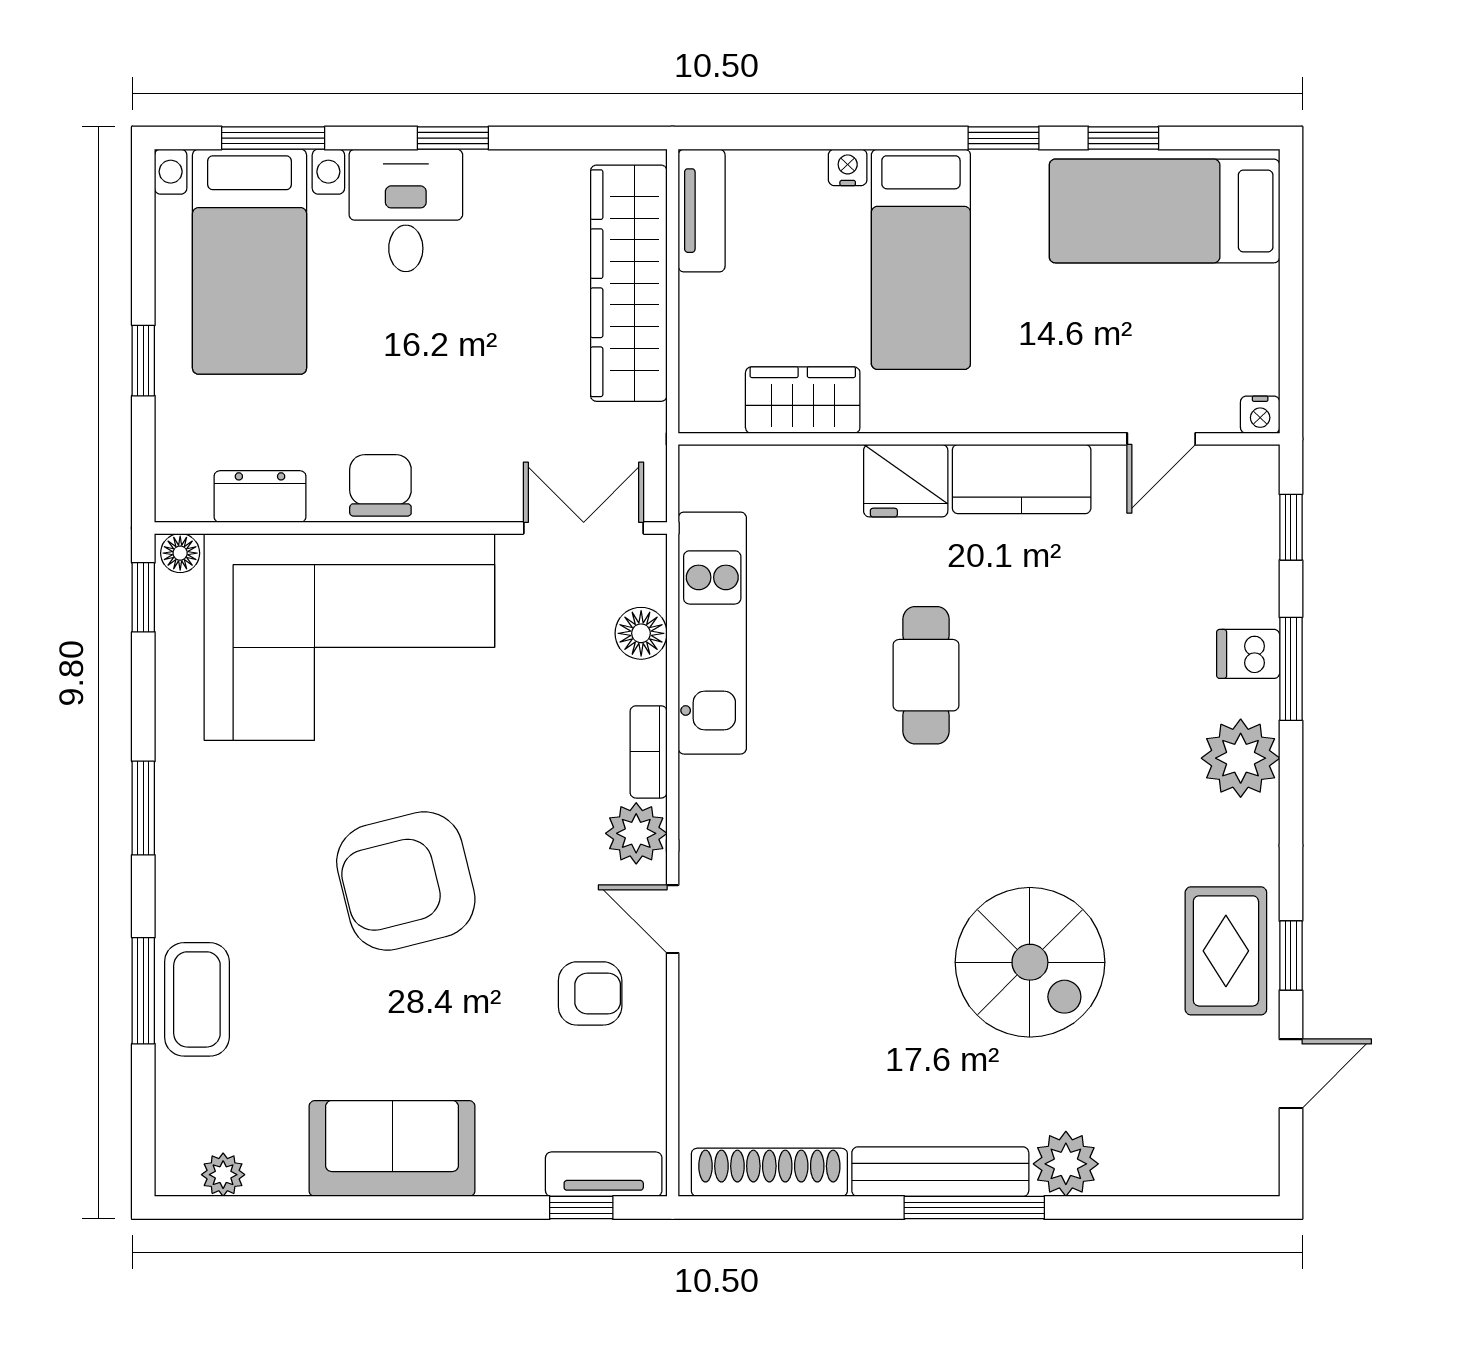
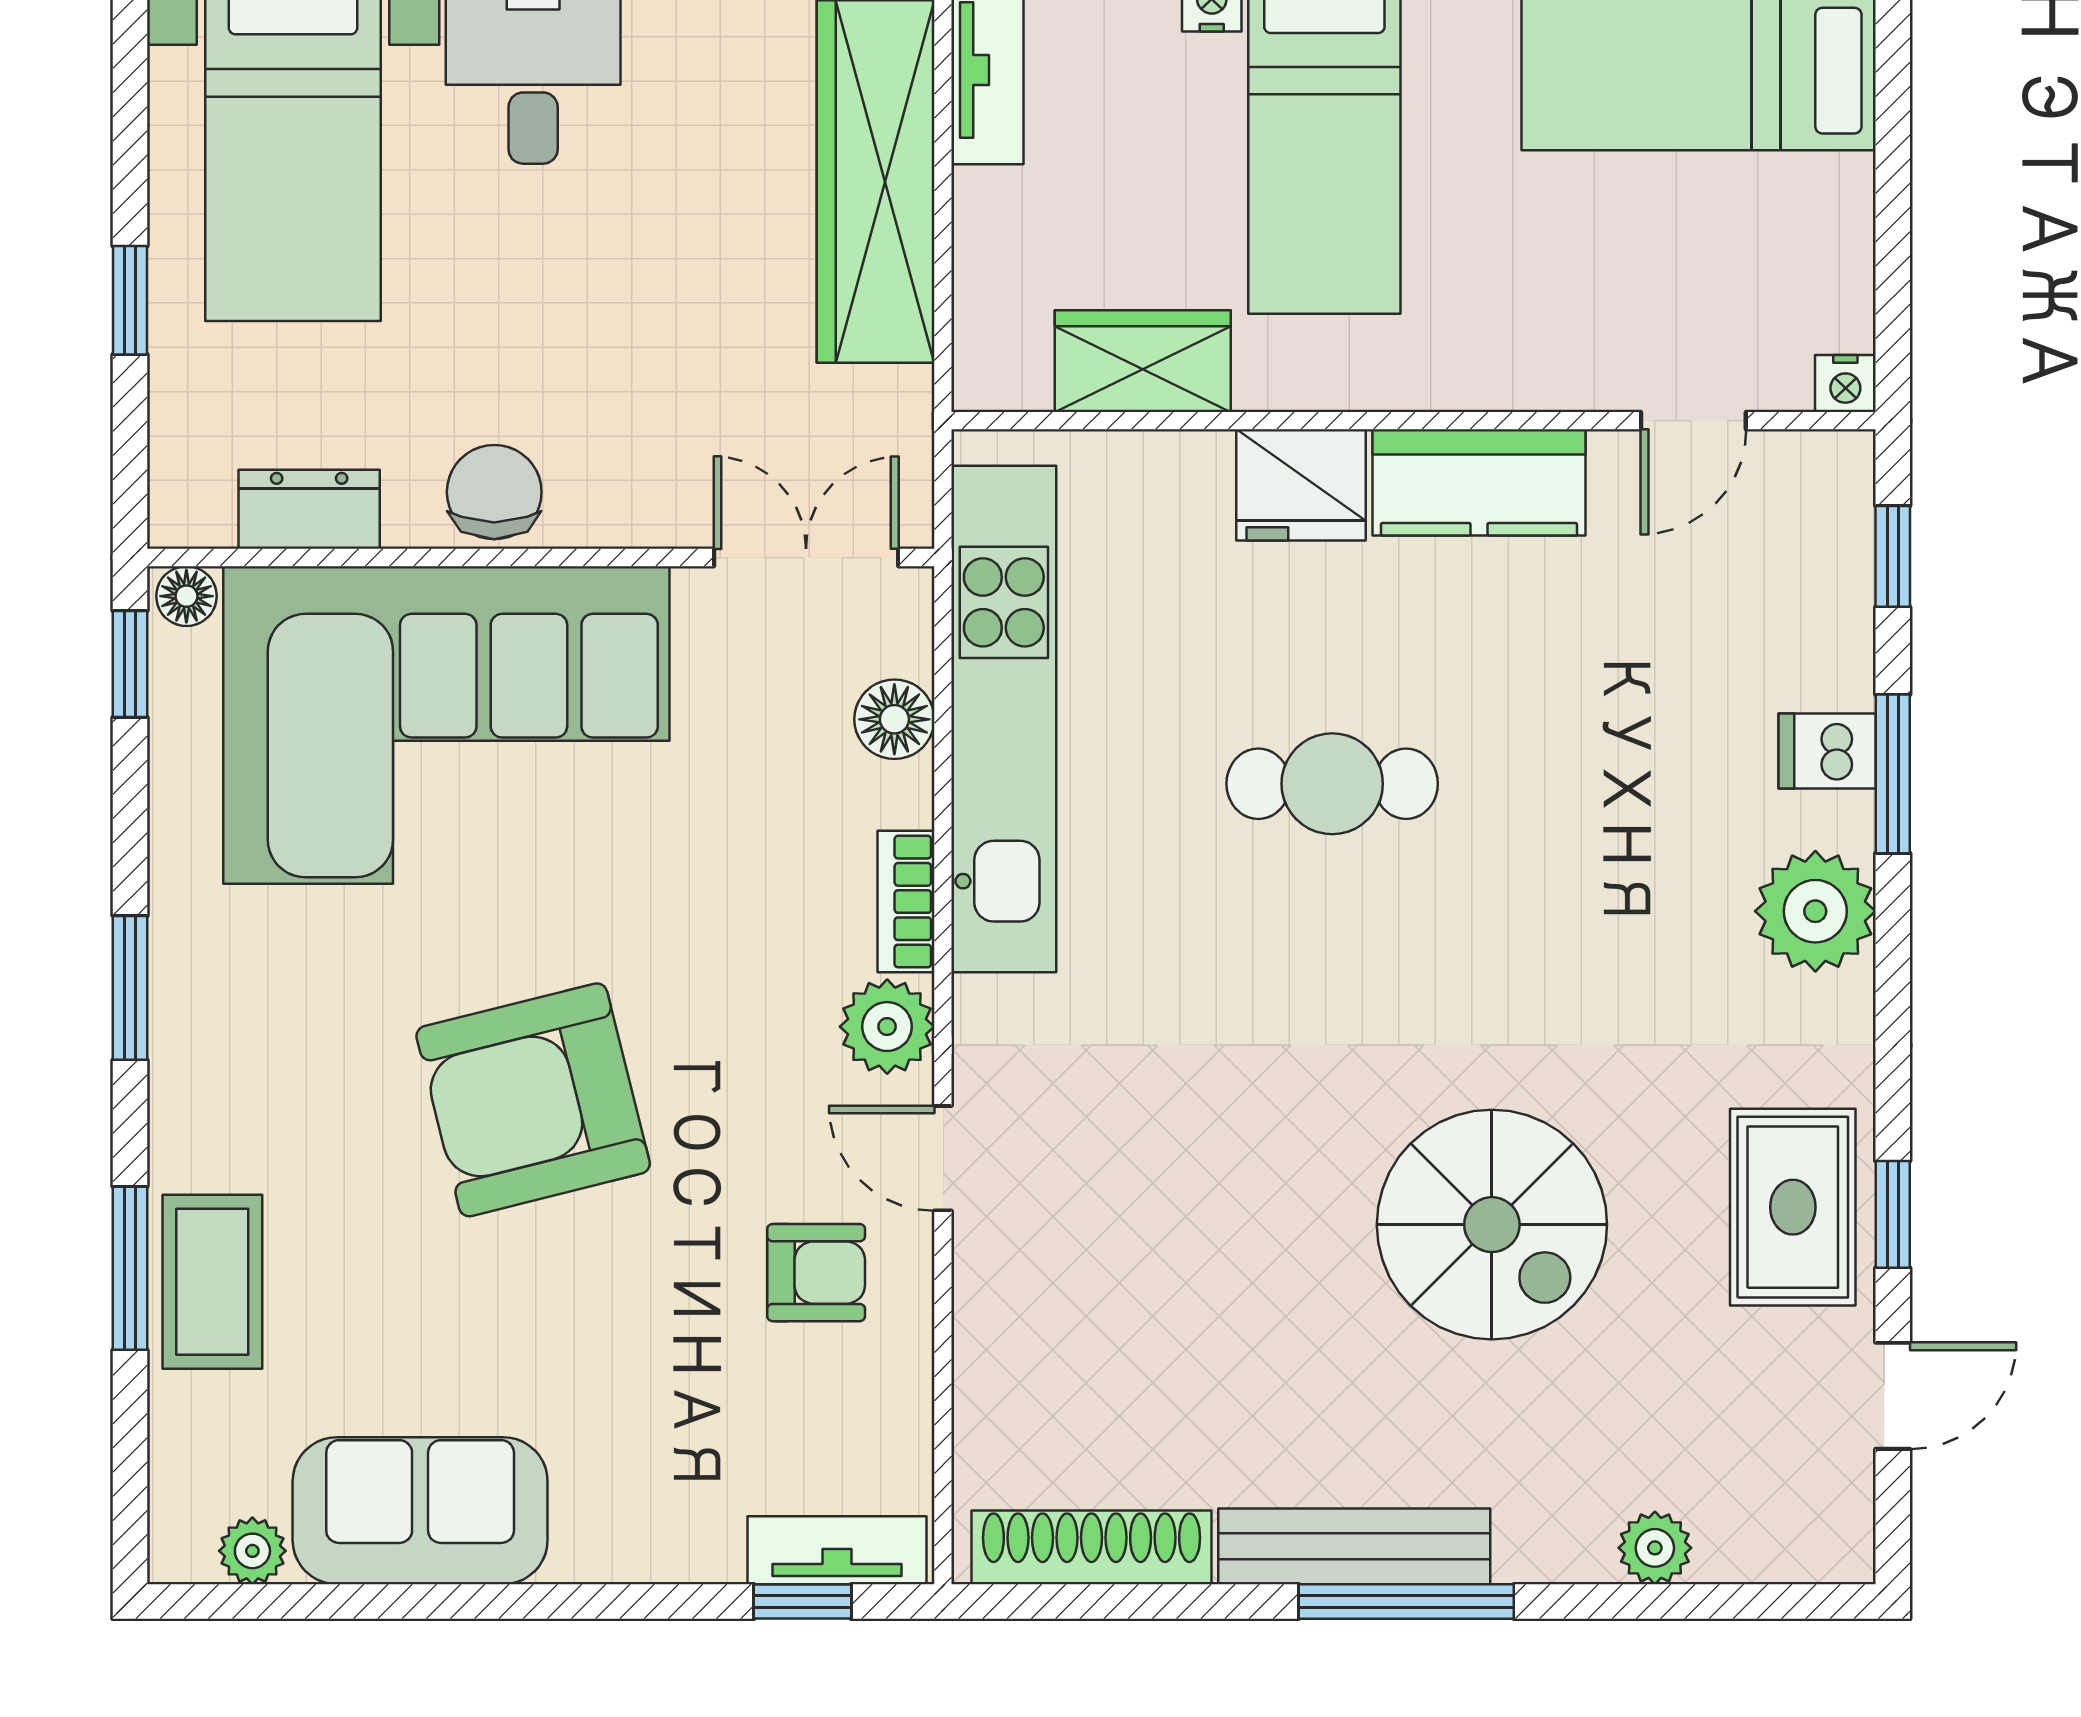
kitchen unit: (712, 633) -> (1004, 719), width x1.36
cafe table: (926, 675) -> (1332, 784), turned 90
sofa: (392, 1149) -> (420, 1511), moved
plant: (1066, 1164) -> (1655, 1548), moved, width x0.73, depth x0.73

